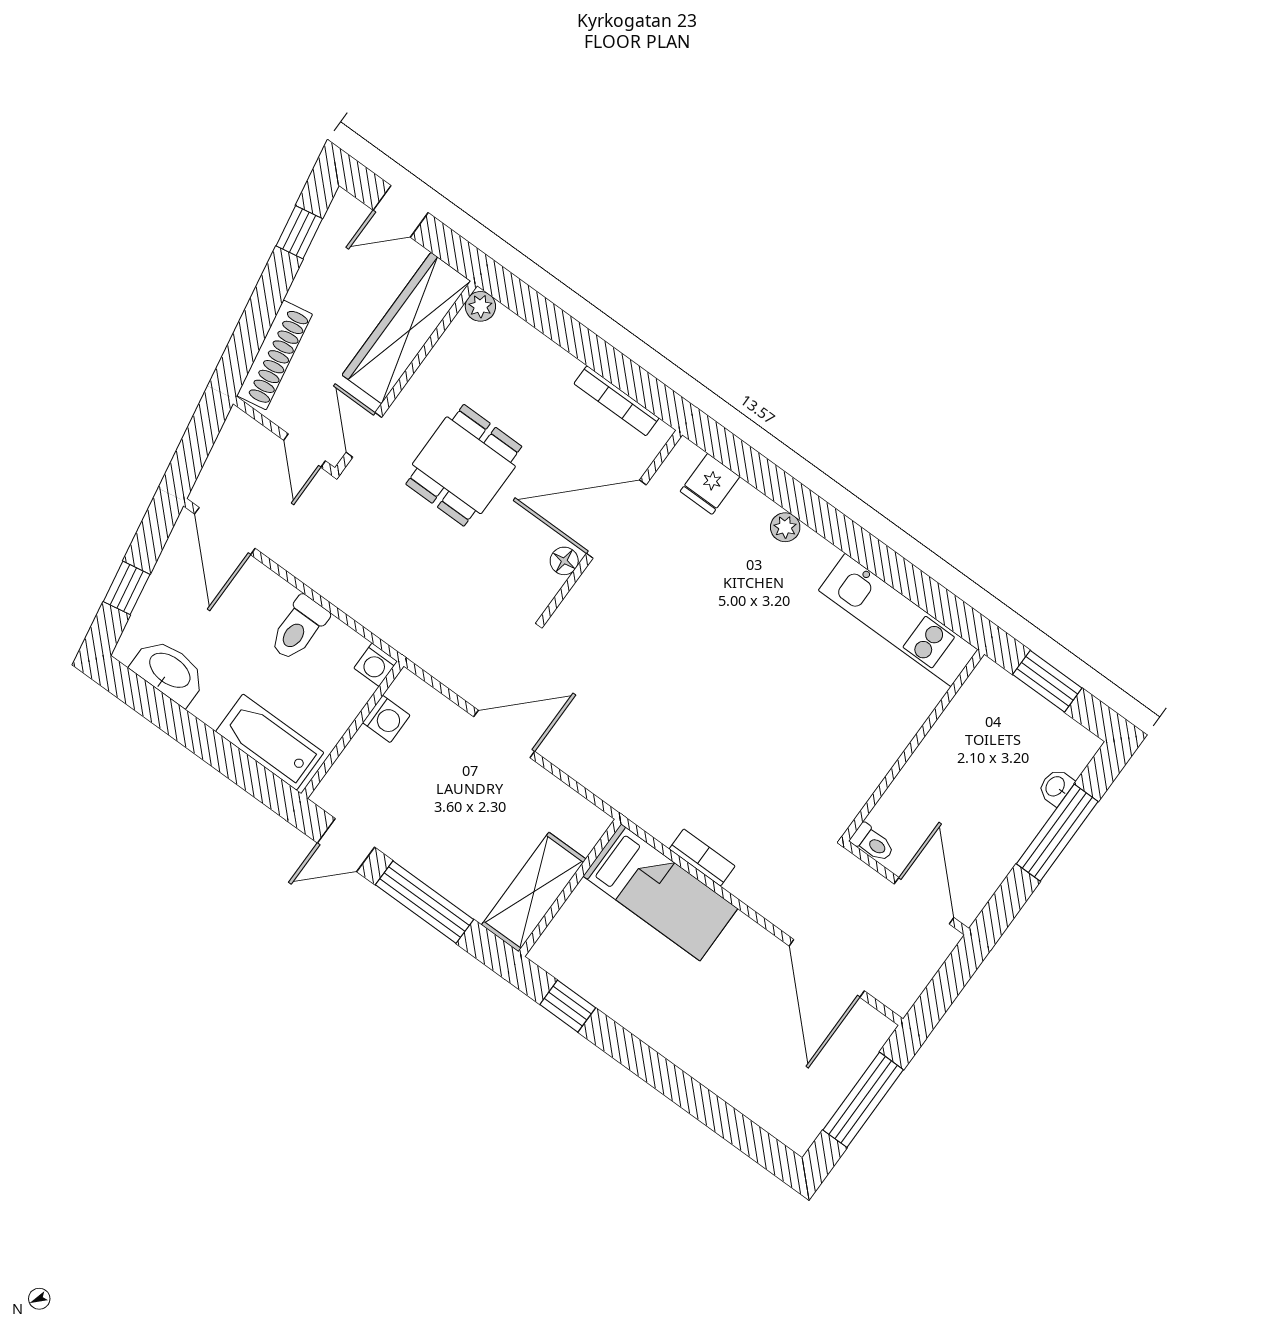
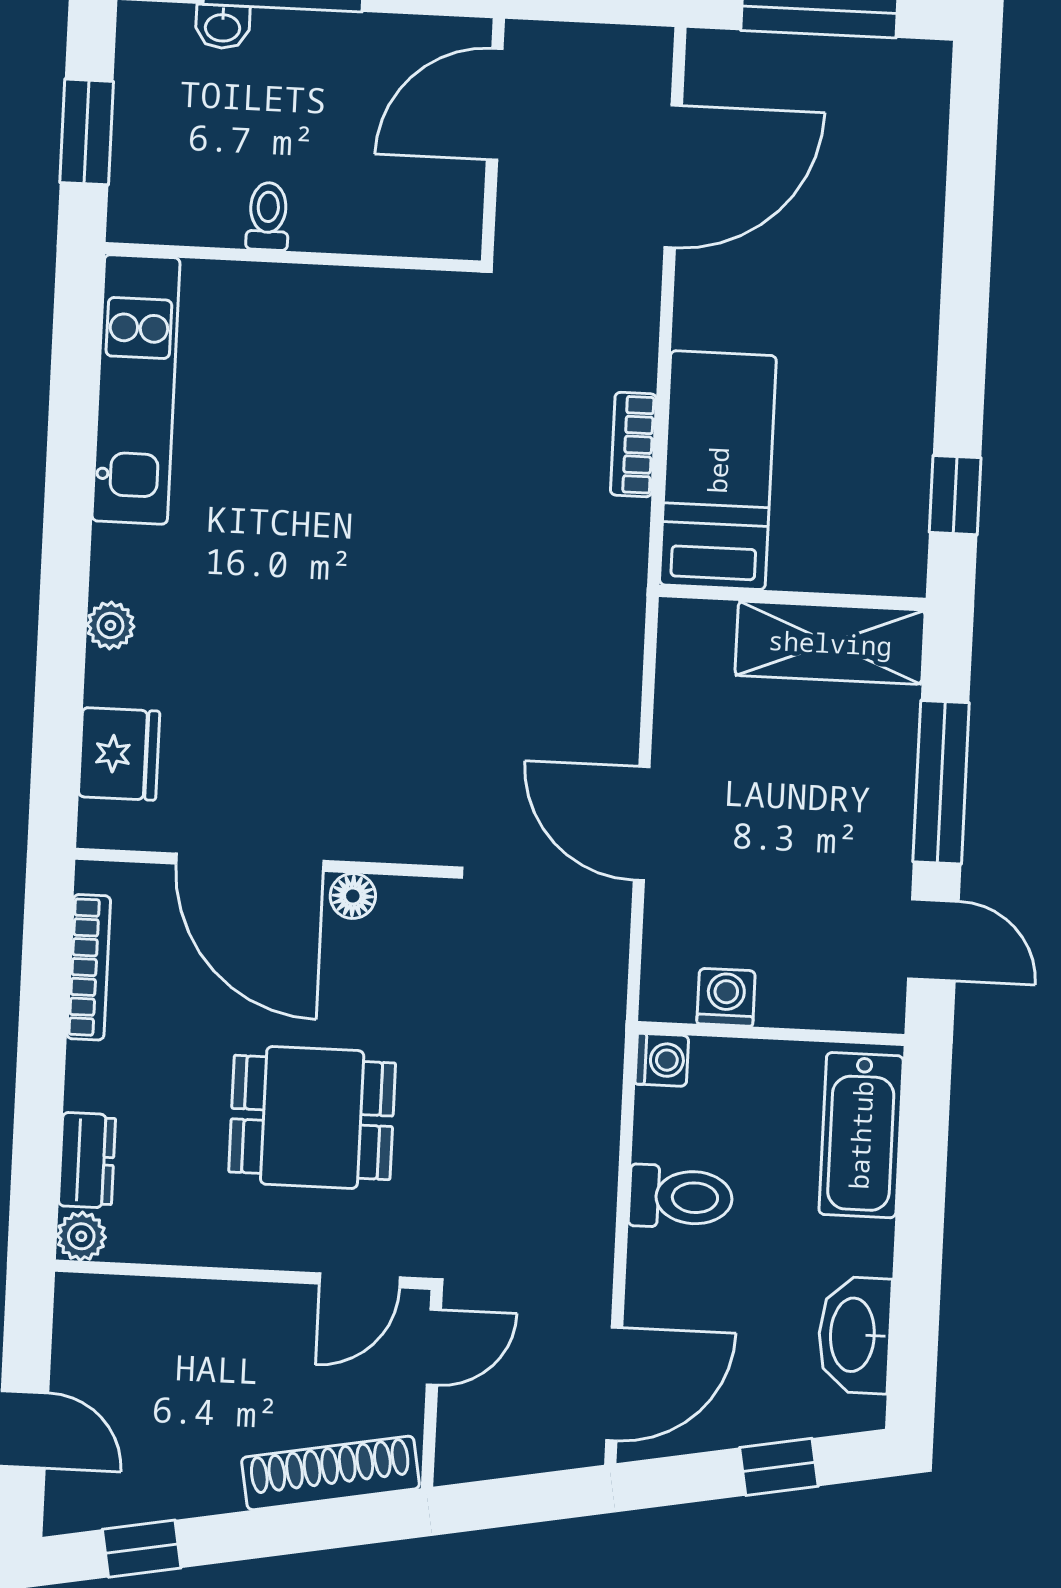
wardrobe: (406, 328) -> (177, 1318), removed
dresser: (518, 335) -> (87, 1160), added
fridge: (710, 484) -> (119, 754), width x1.38
toilet: (873, 843) -> (268, 216), moved

